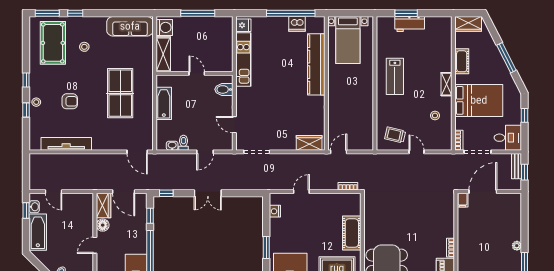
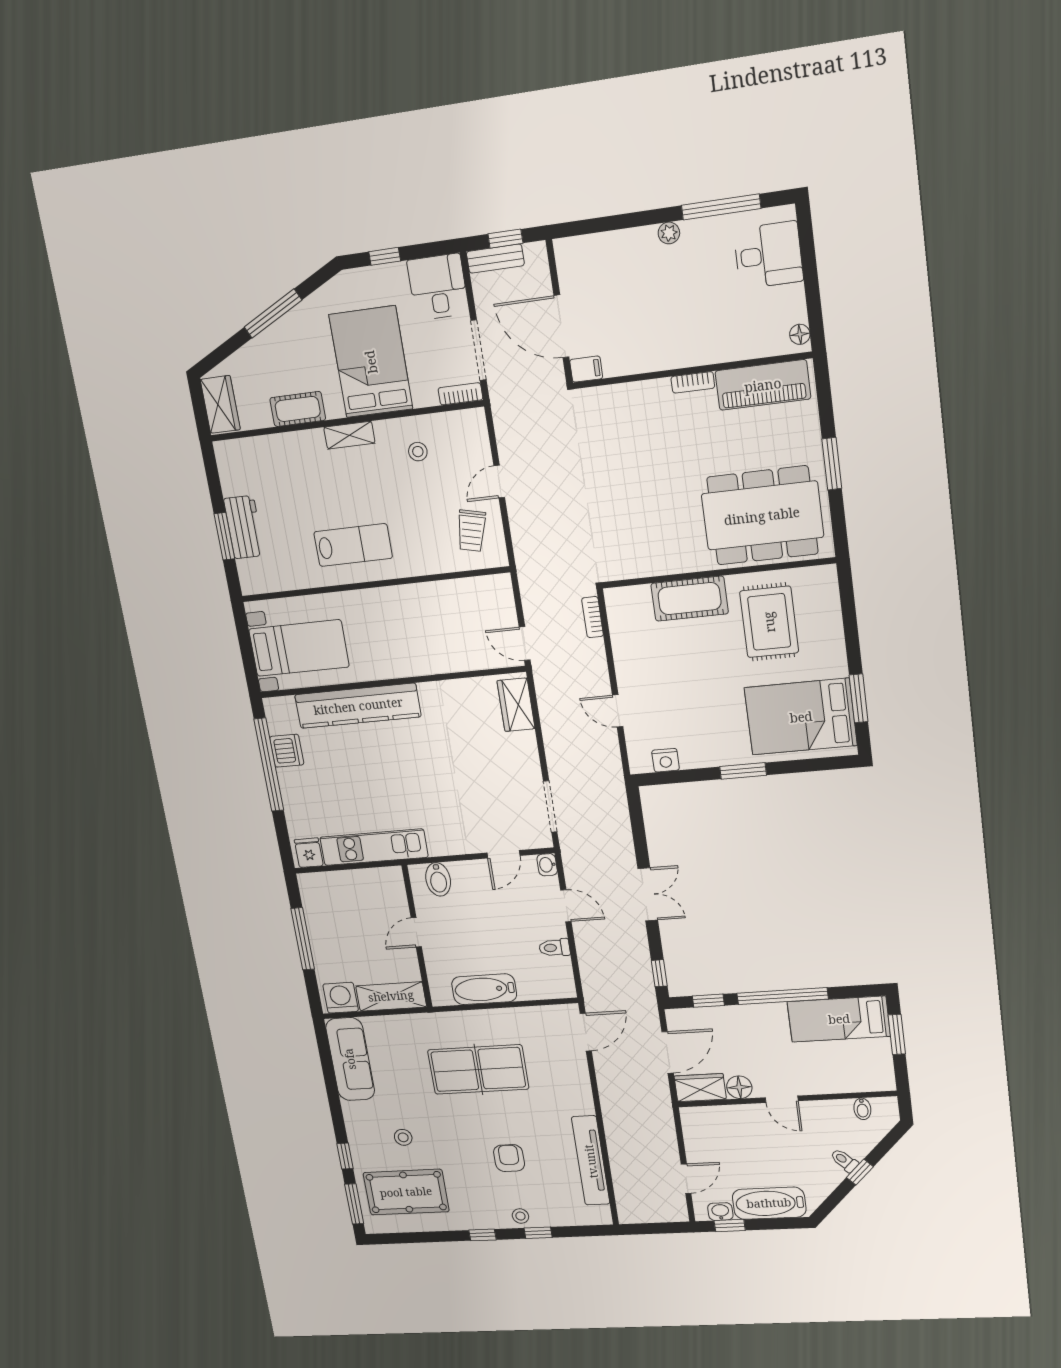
washbasin: (172, 146) -> (547, 865), moved

